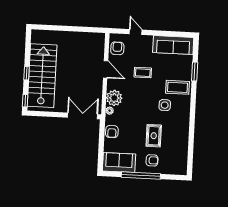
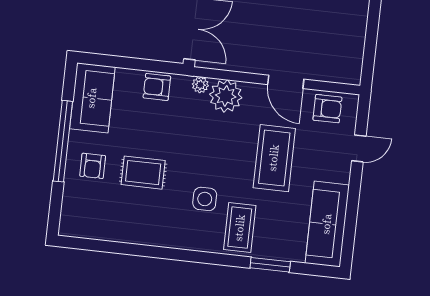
door: (106, 69) -> (286, 82), hinge flipped
coffee table: (143, 73) -> (274, 158), width x1.86, depth x1.72

